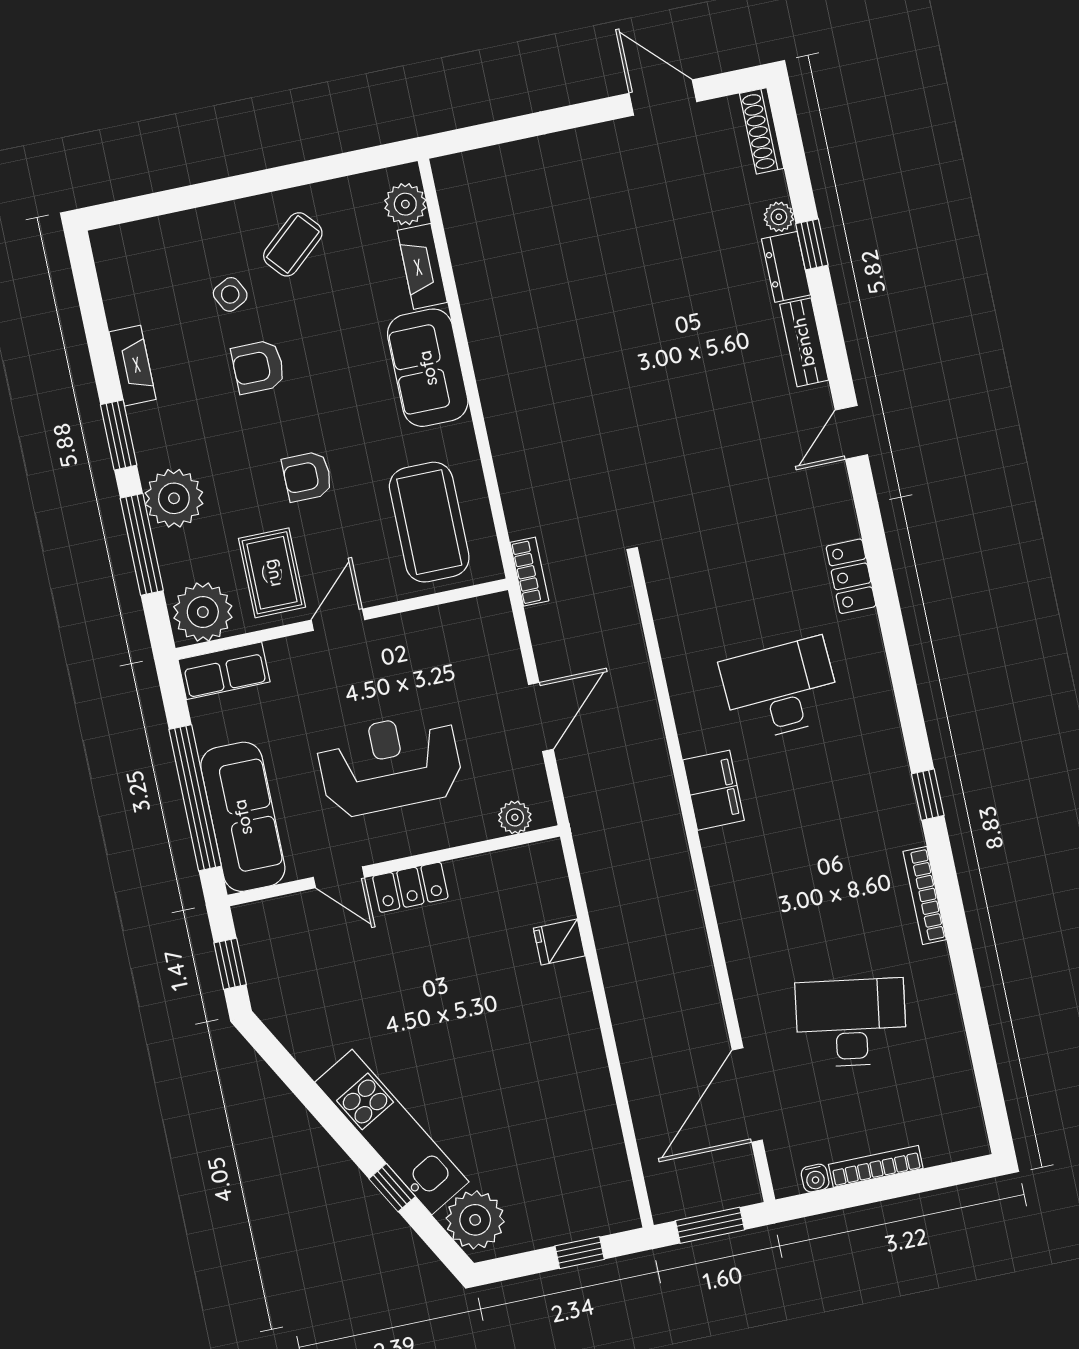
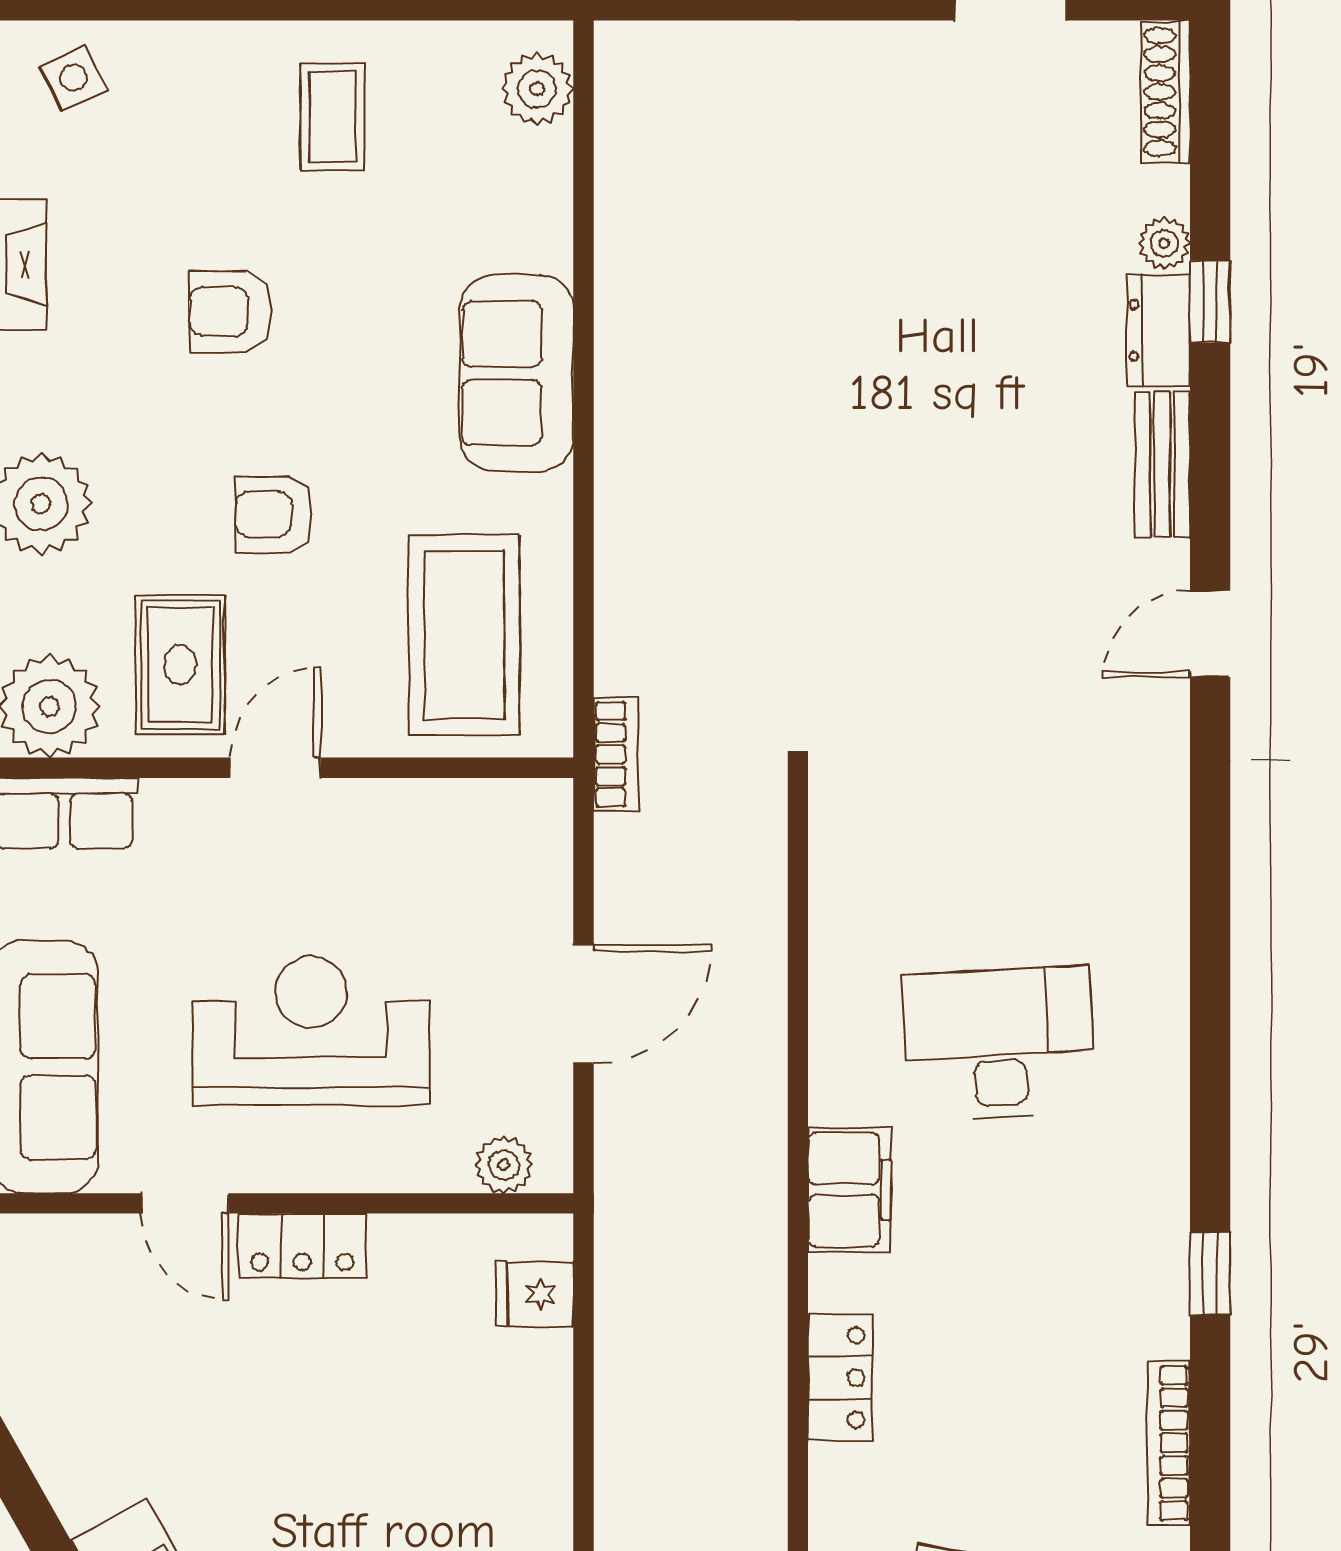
coffee table: (293, 244) -> (333, 117), turned -49
fireplace: (422, 266) -> (544, 200), removed
side table: (230, 294) -> (73, 78), moved
locker: (851, 576) -> (840, 1378), moved, turned 180
fridge: (559, 942) -> (535, 1294), moved

